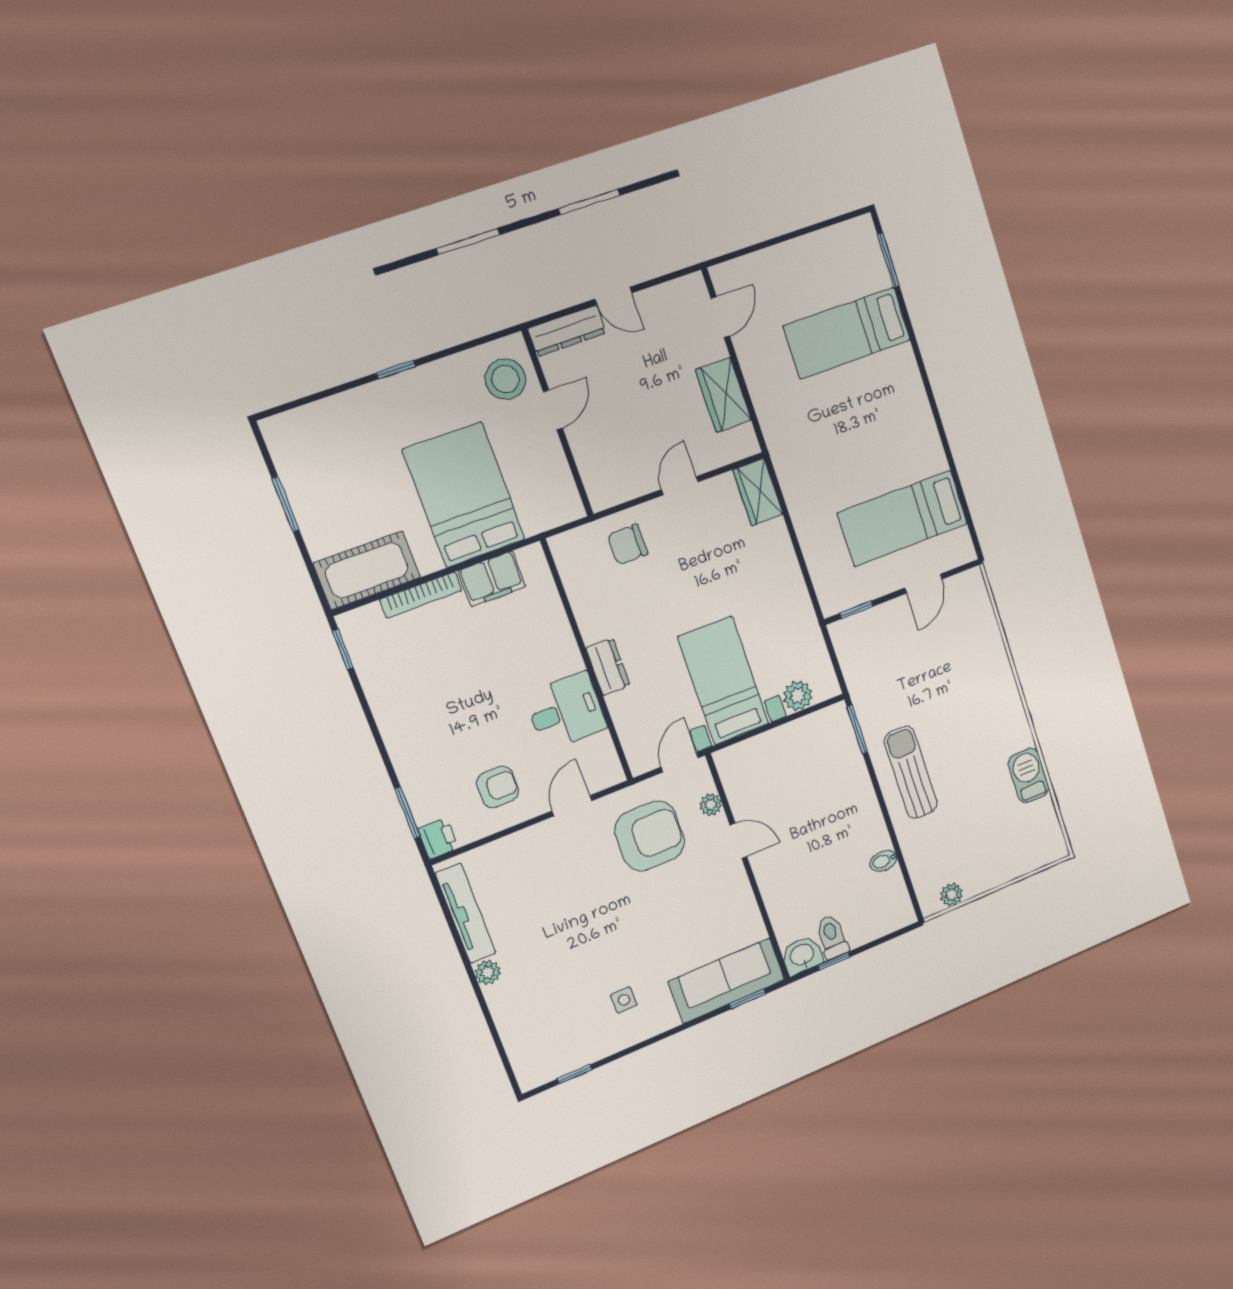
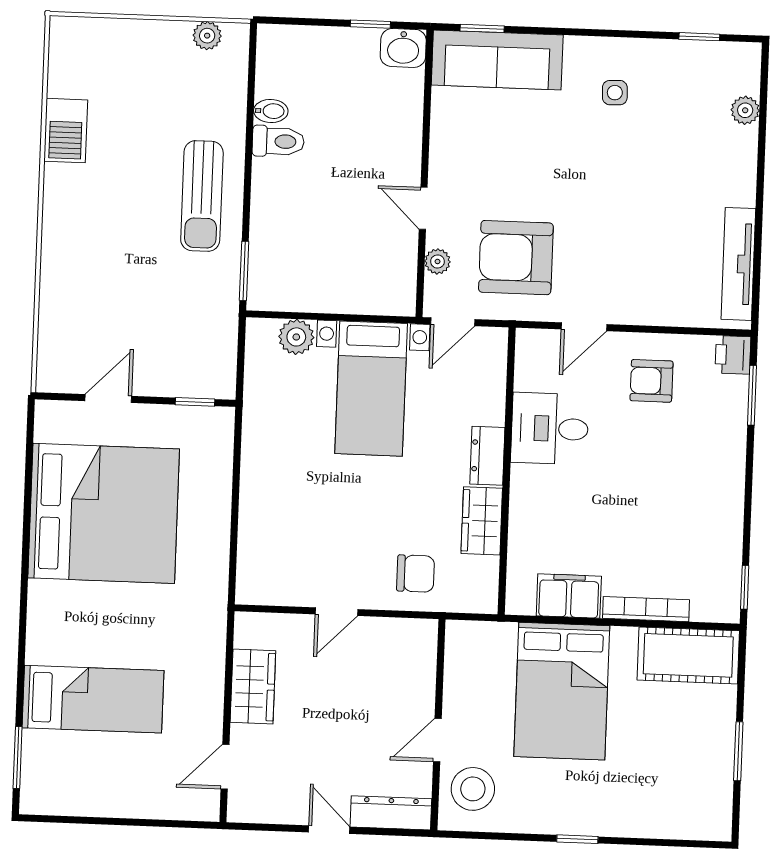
wardrobe: (758, 492) -> (482, 521), moved, turned 180
bed: (903, 518) -> (104, 513), width x2.04
toilet: (832, 937) -> (278, 141), moved, turned -90
plant: (488, 972) -> (745, 110), moved

